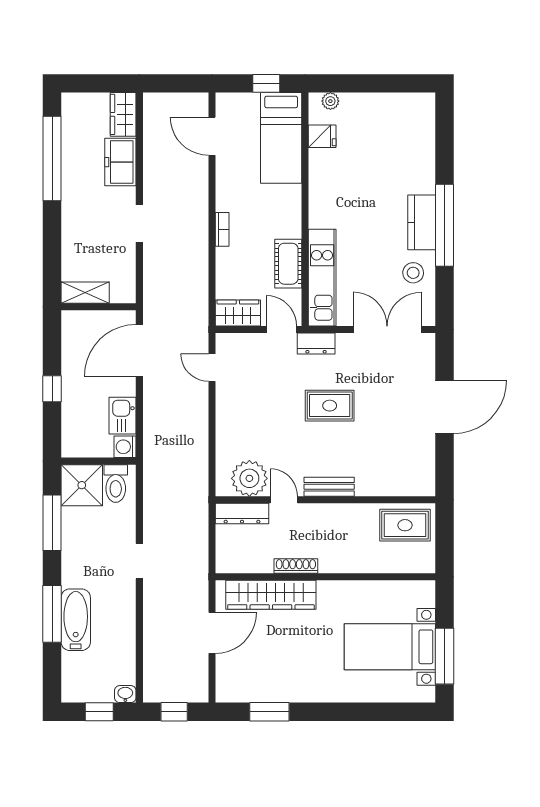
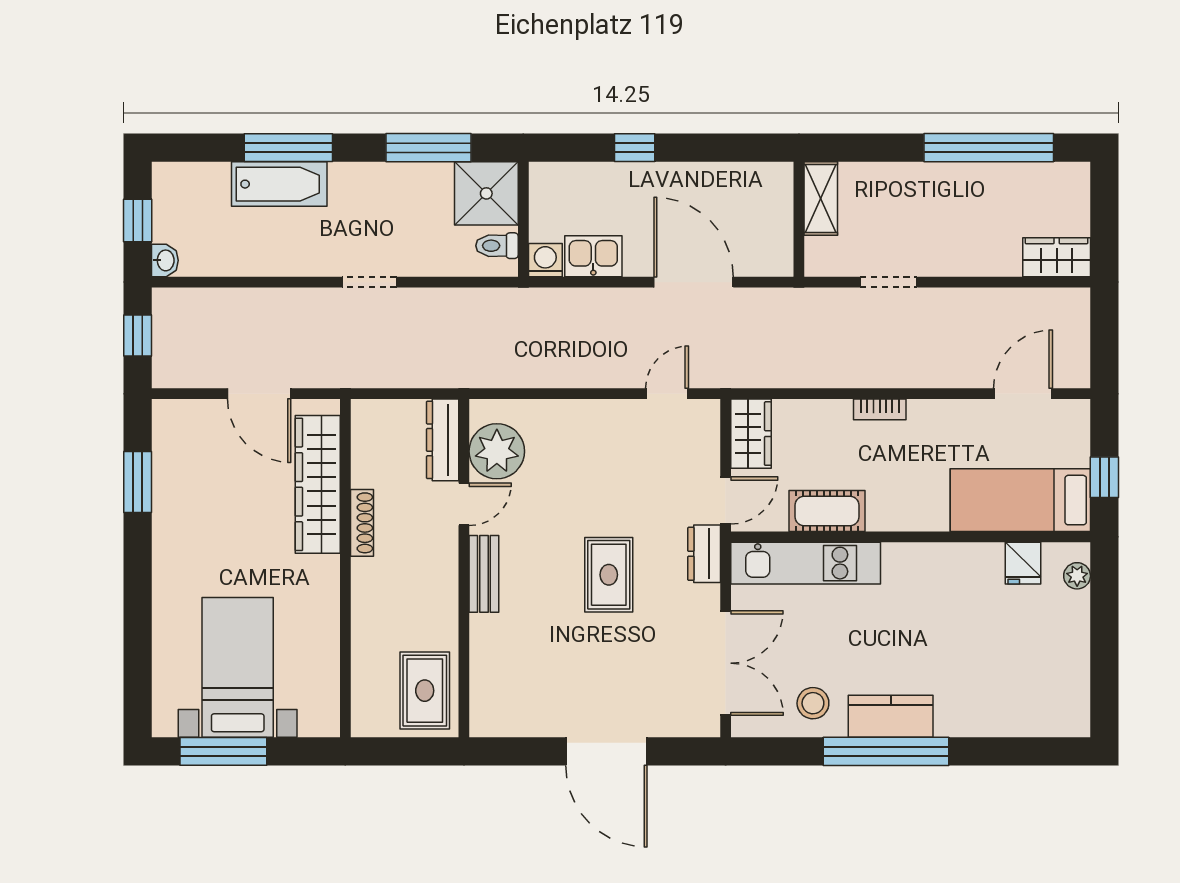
freezer: (120, 162) -> (983, 253), removed
shelving: (85, 293) -> (821, 199), moved
wall: (99, 307) -> (799, 219), moved
toilet: (116, 483) -> (497, 246), width x0.73, depth x0.72

